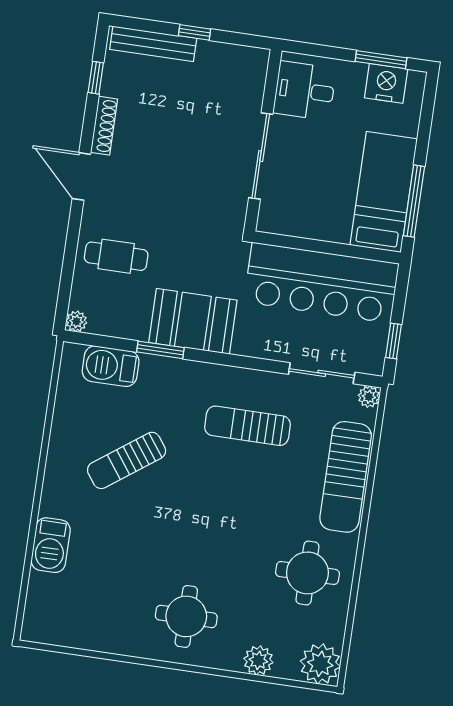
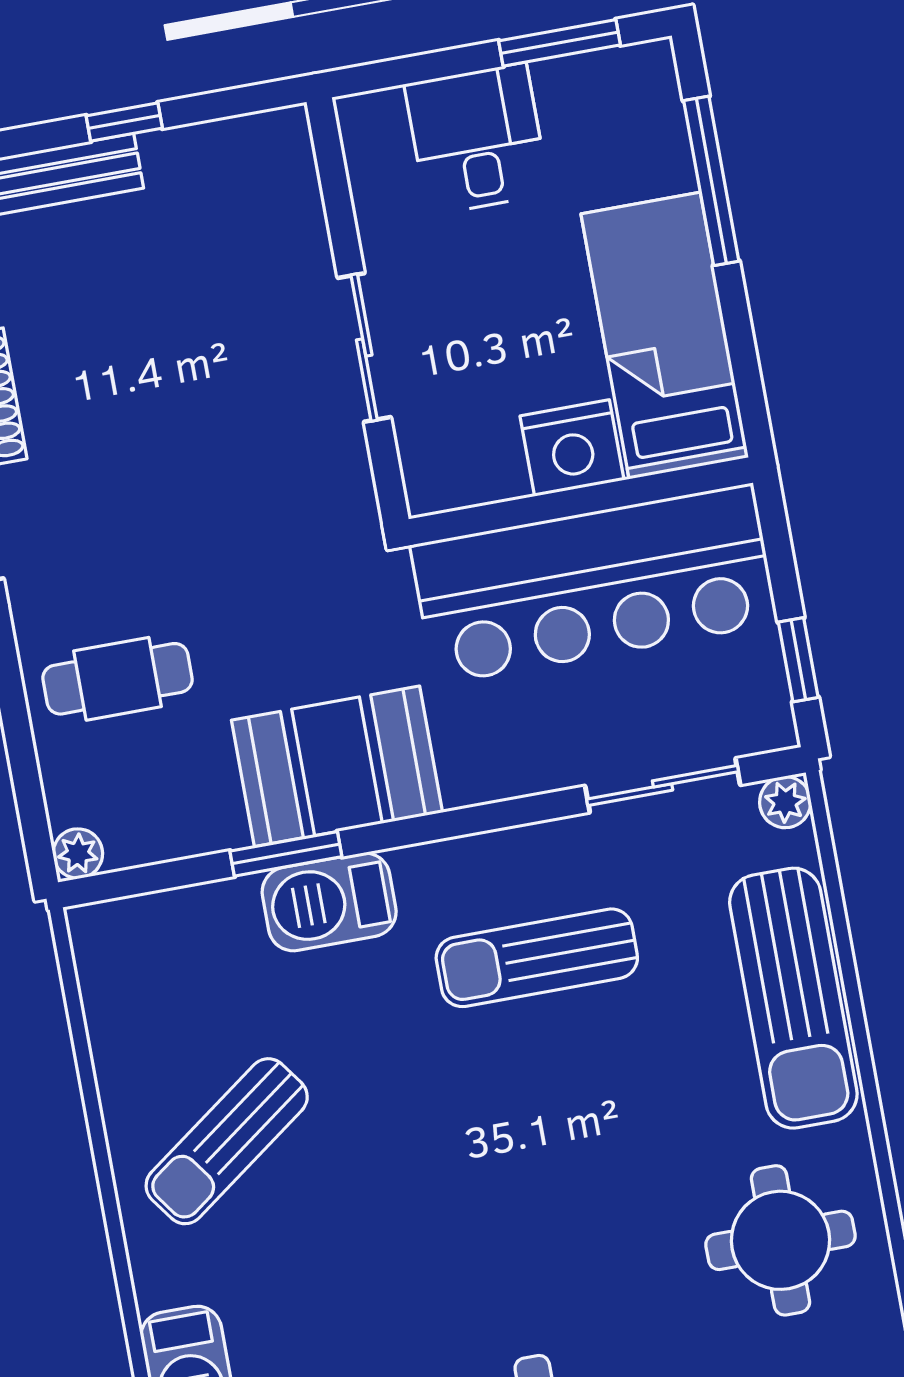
nightstand: (386, 83) -> (572, 448), moved, turned 180
desk: (305, 91) -> (477, 139), moved, turned 90
sliding door: (261, 156) -> (364, 347), width x0.73
window: (414, 201) -> (711, 181), moved
barbecue: (111, 366) -> (329, 902), moved
sun lounger: (127, 460) -> (227, 1141), moved

